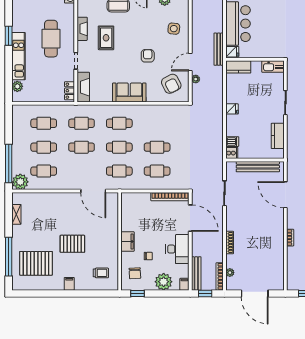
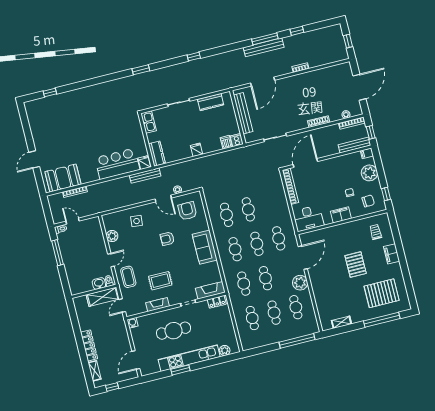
kitchen unit: (19, 56) -> (189, 358), width x1.36
armchair: (171, 84) -> (187, 211), turned -63
cafe table: (157, 171) -> (227, 215), moved
plant: (20, 182) -> (300, 283), moved
desk: (177, 249) -> (308, 218), moved, turned 180
pallet: (36, 263) -> (382, 293), turned 90
filing cabinet: (69, 284) -> (392, 254), width x2.00

